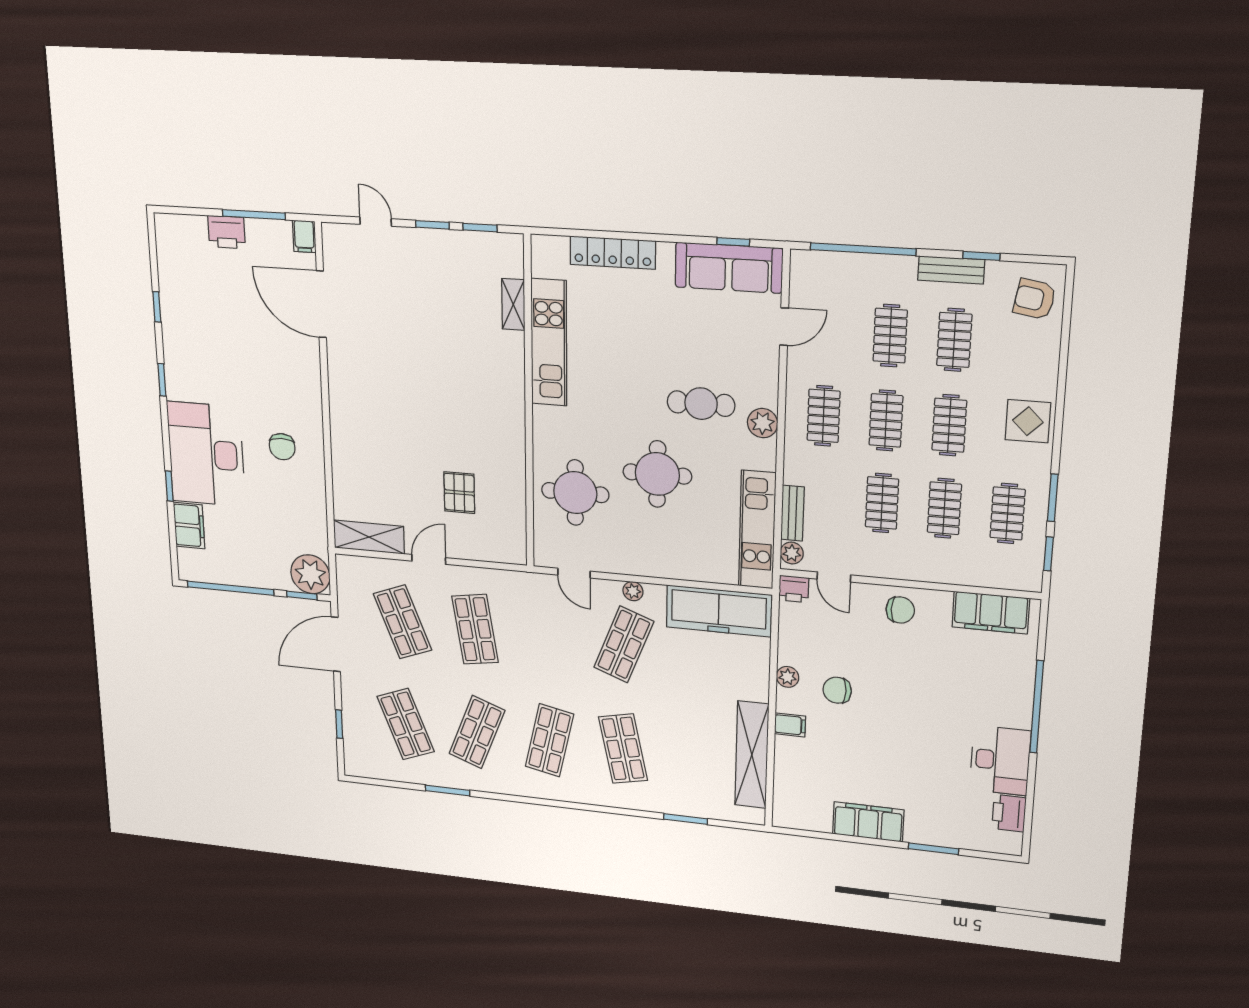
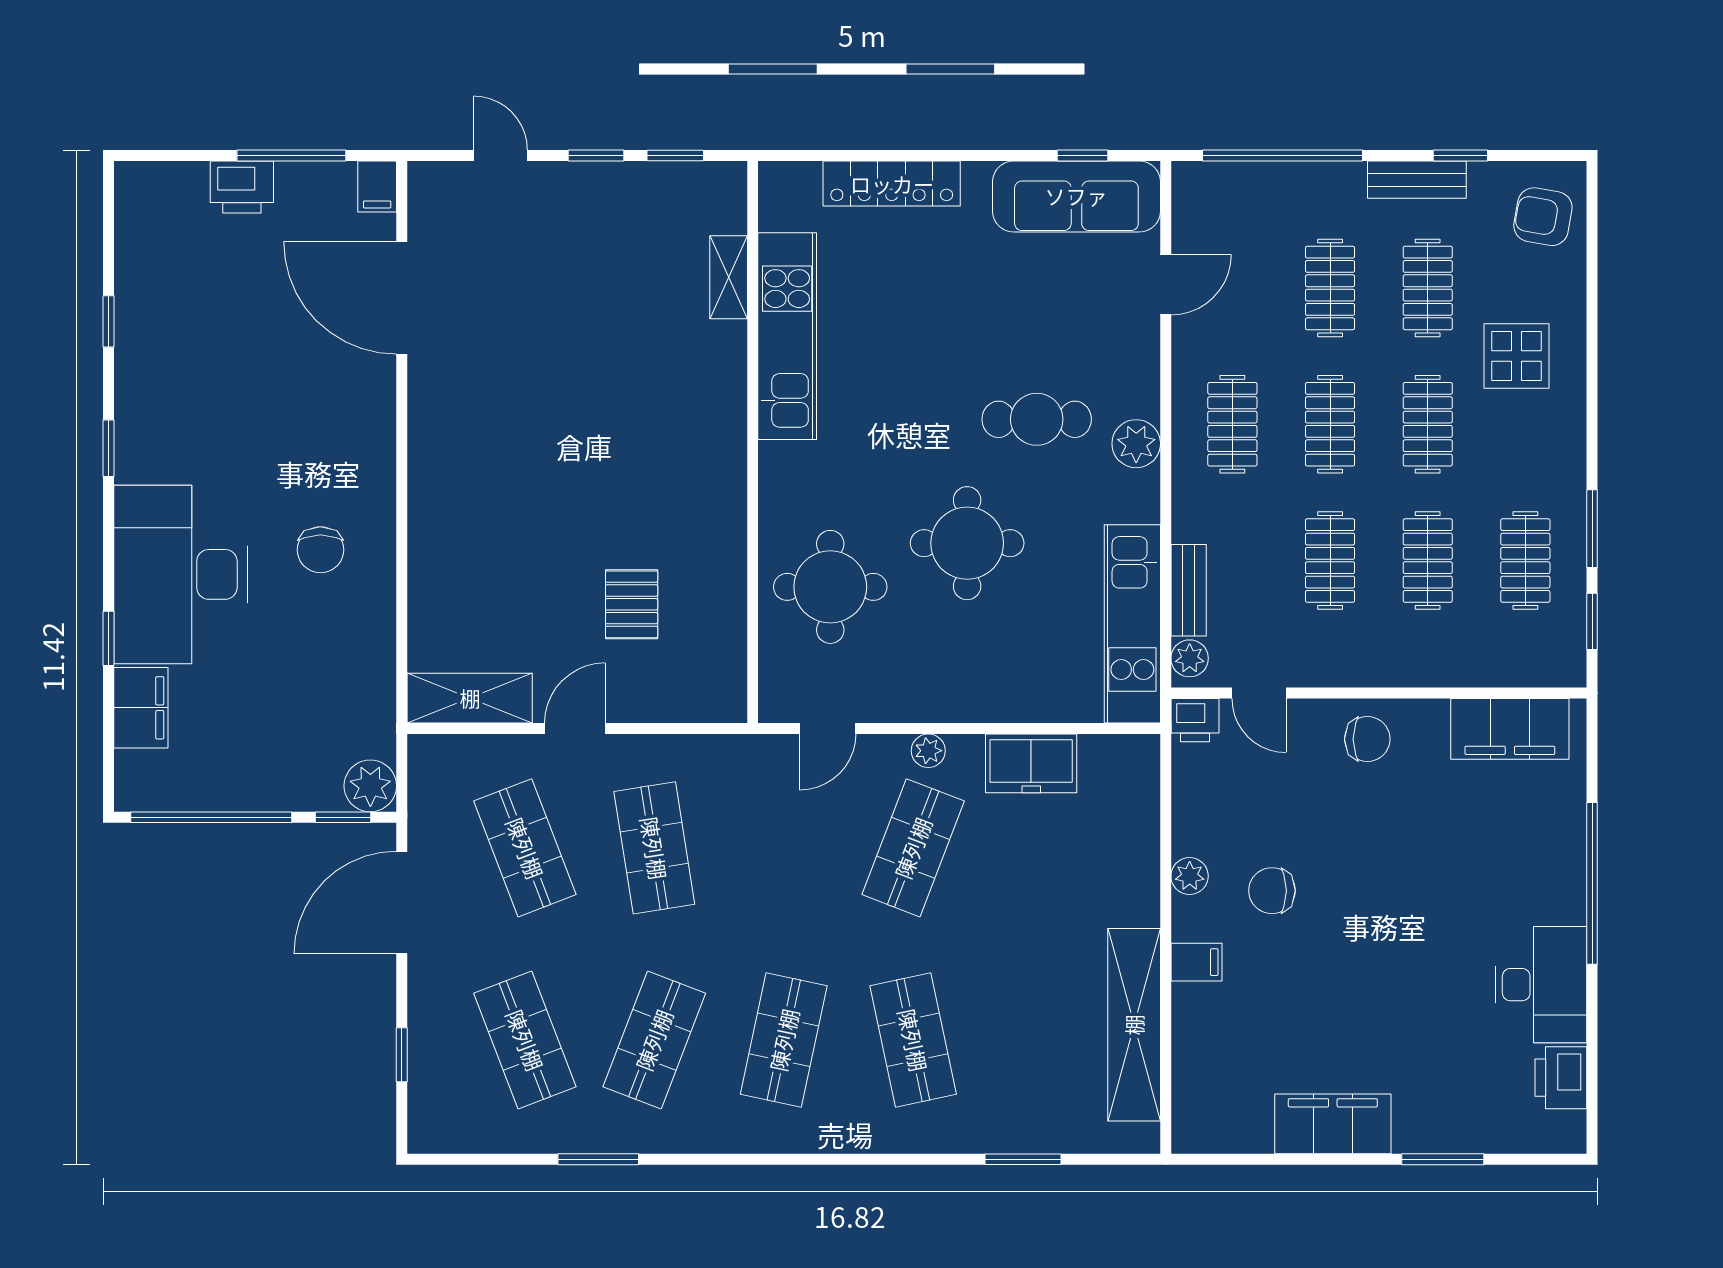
display table: (1028, 421) -> (1517, 356), moved
door: (574, 573) -> (828, 728), hinge flipped
plant: (310, 574) -> (370, 786), width x0.73, depth x0.73
freezer: (719, 611) -> (1031, 763), width x0.52, depth x0.79

